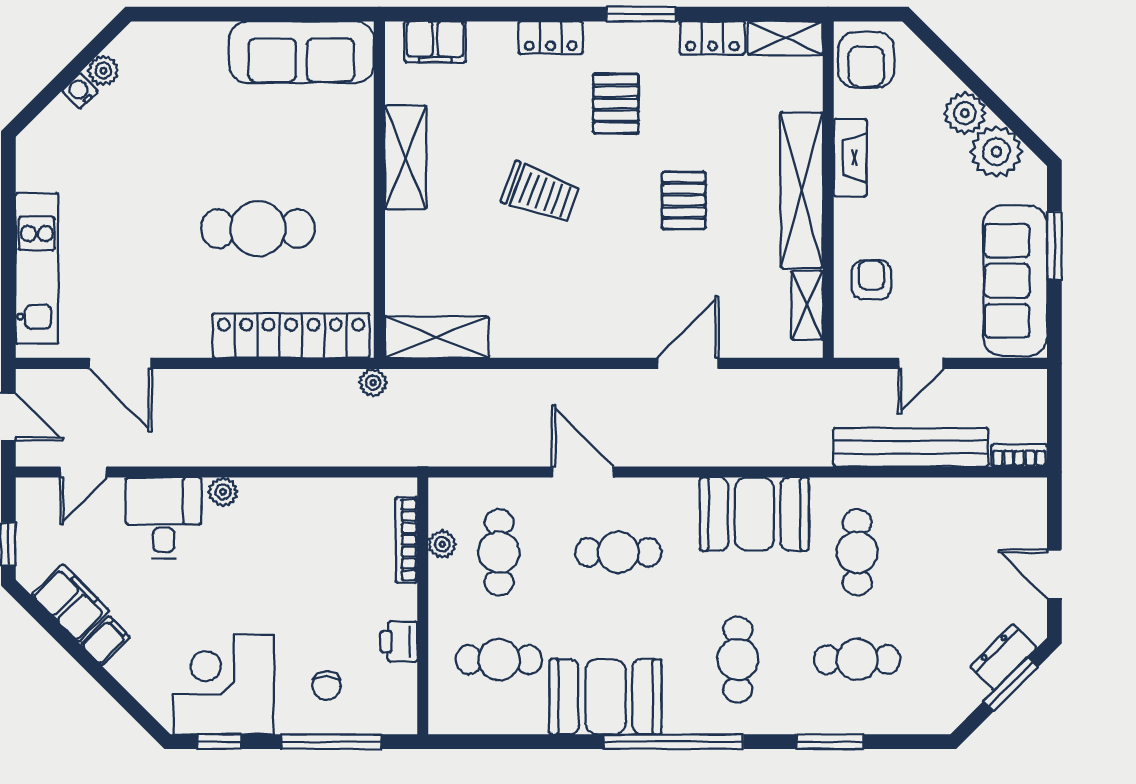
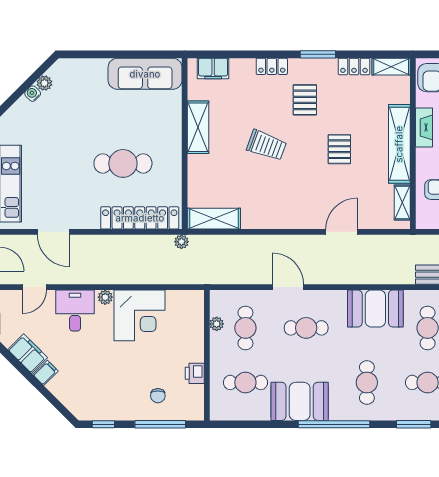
bookcase: (406, 540) -> (198, 322), removed
corner desk: (224, 684) -> (139, 315), moved, turned 180

